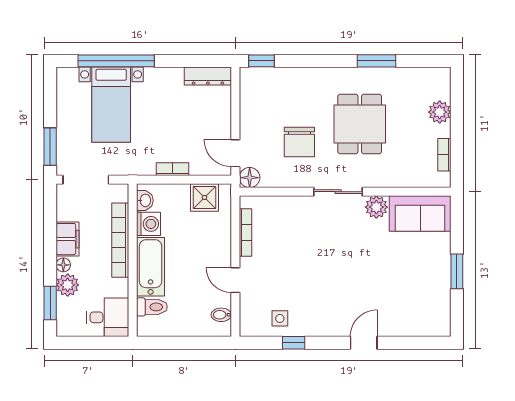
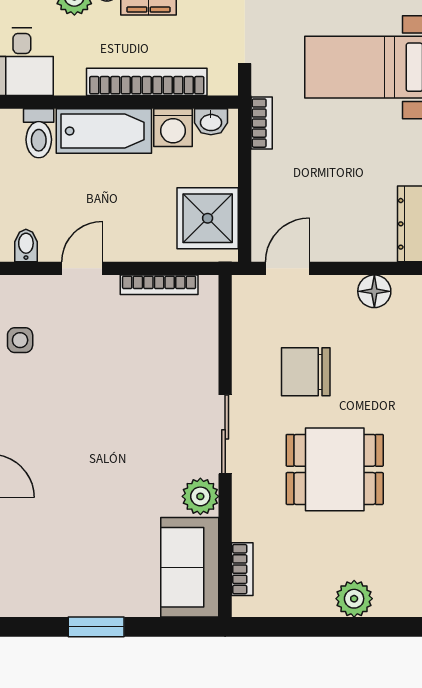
bookcase: (444, 155) -> (242, 569), moved, turned 90
bookcase: (172, 169) -> (262, 123), moved
floor lamp: (250, 178) -> (374, 291), moved
shower: (204, 198) -> (208, 218), width x1.36, depth x1.36

